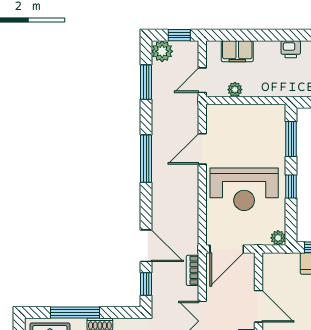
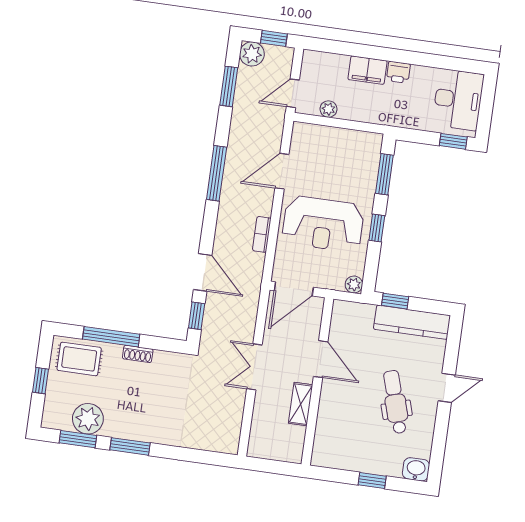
filing cabinet: (237, 51) -> (368, 70), moved
bookcase: (193, 270) -> (262, 234), moved

